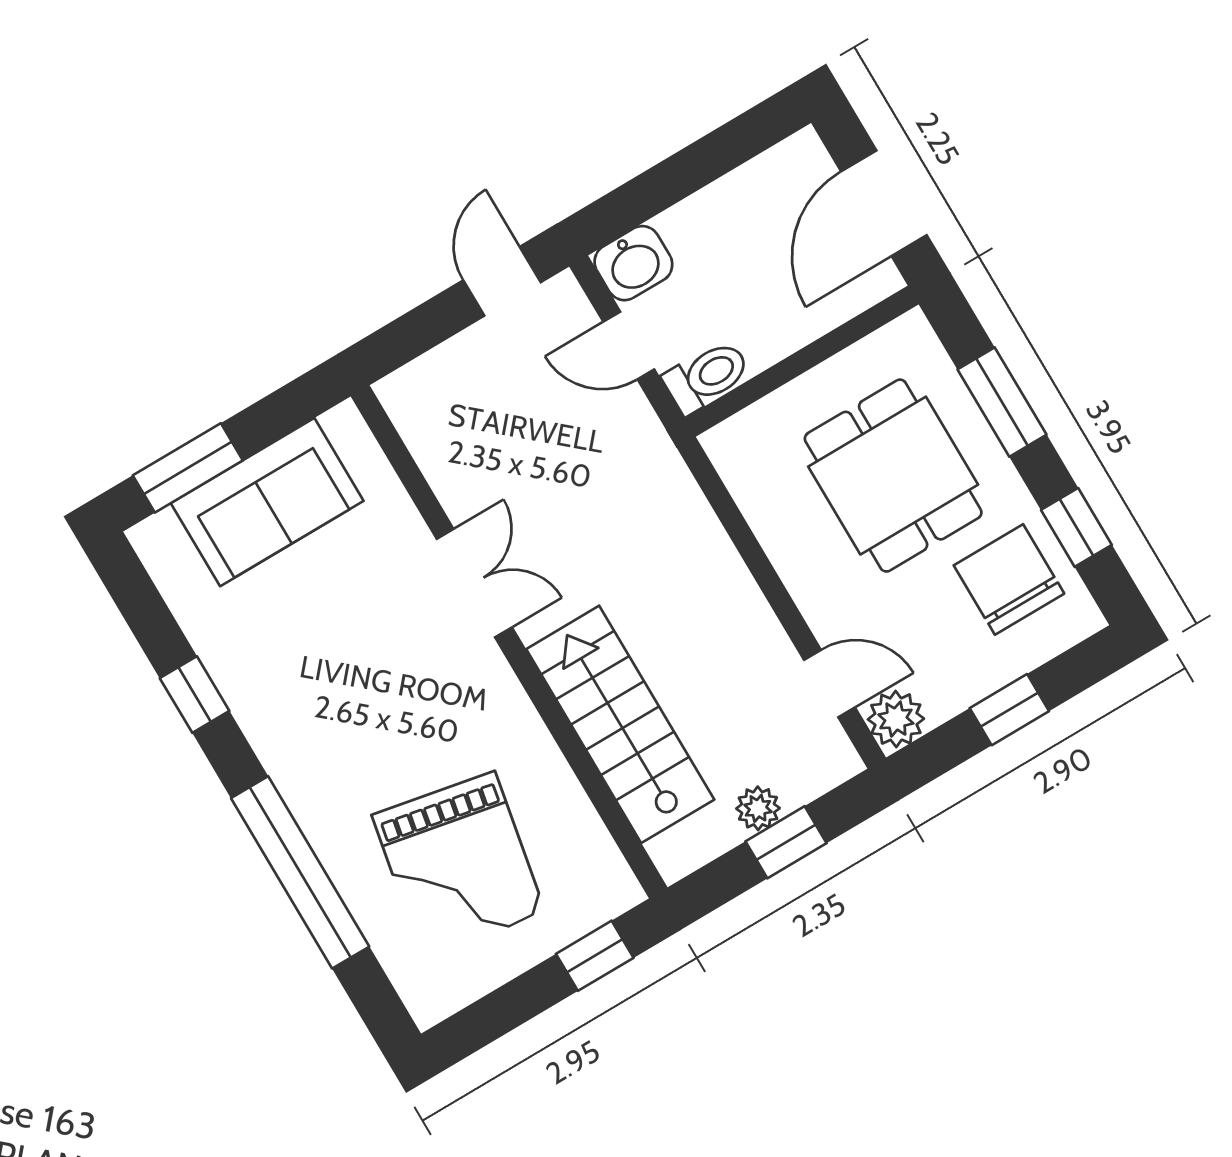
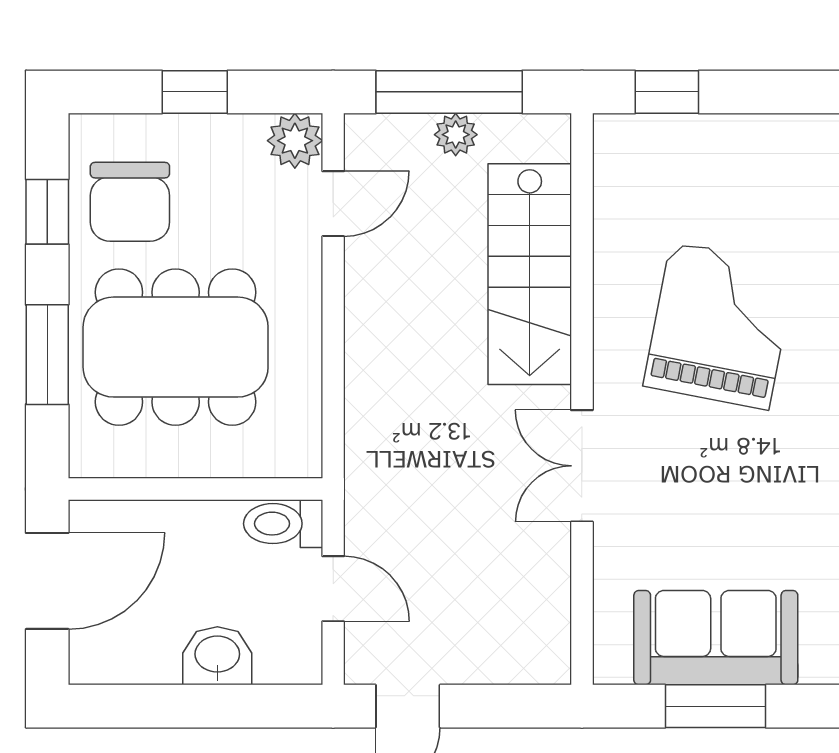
washbasin: (633, 263) -> (217, 656), moved
window: (188, 468) -> (716, 706), moved
dining table: (893, 476) -> (176, 347), width x1.38
door: (830, 684) -> (333, 204), swing flipped
window: (786, 842) -> (449, 92), width x2.17
grand piano: (459, 864) -> (720, 325), moved

